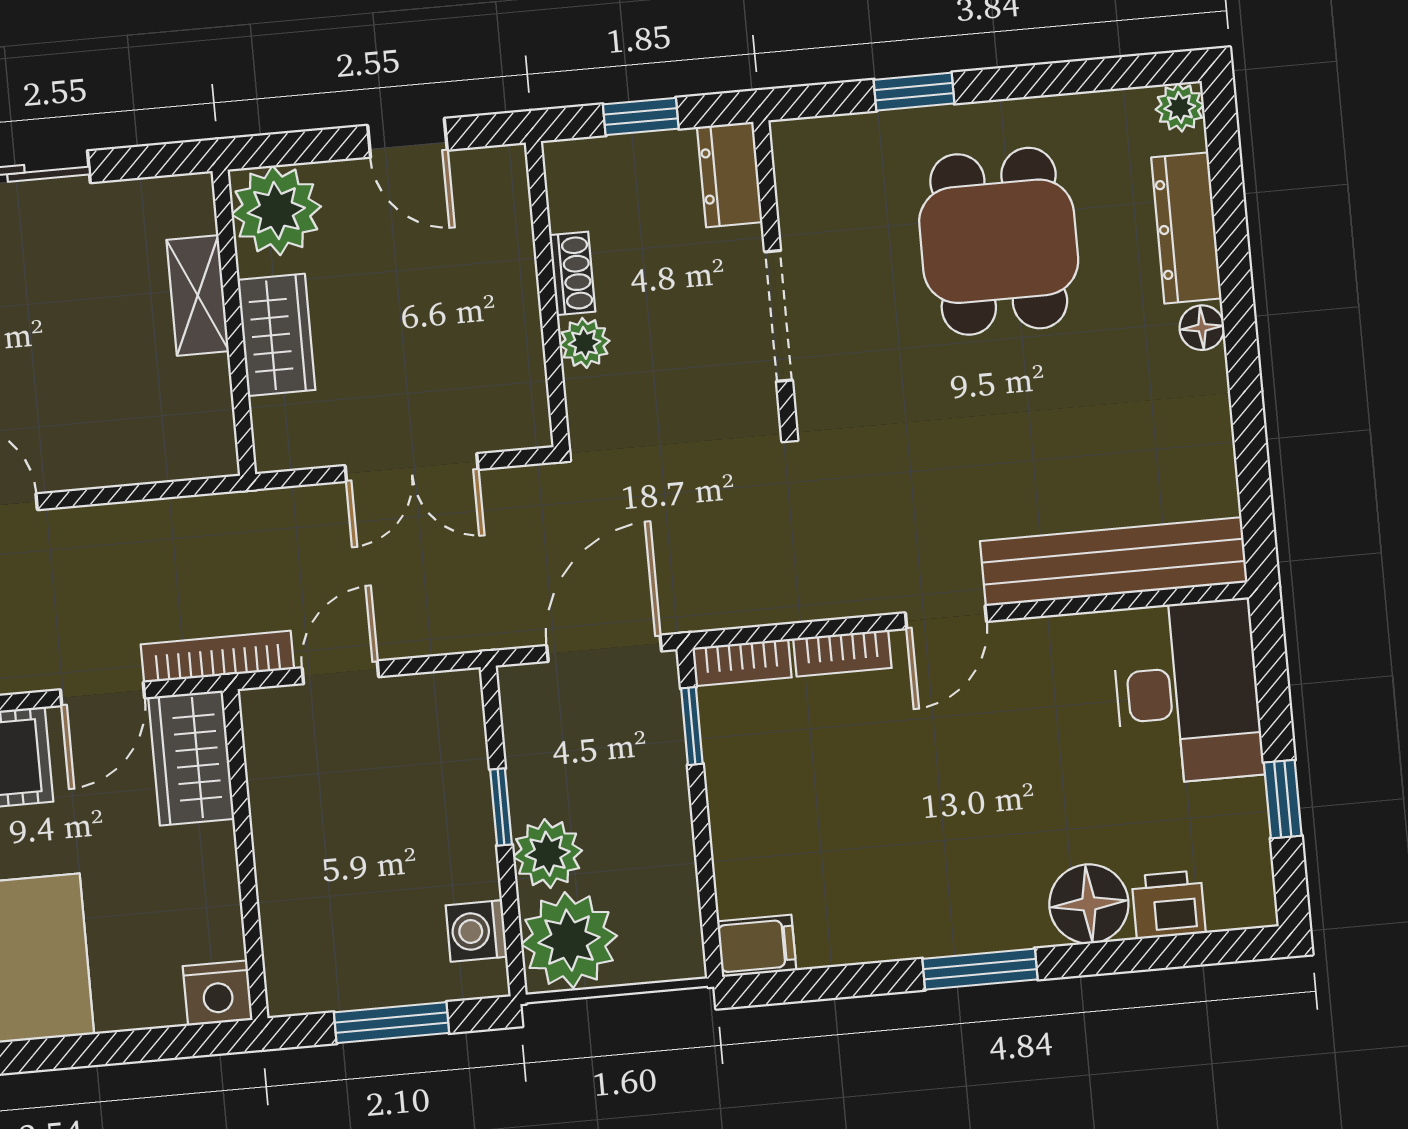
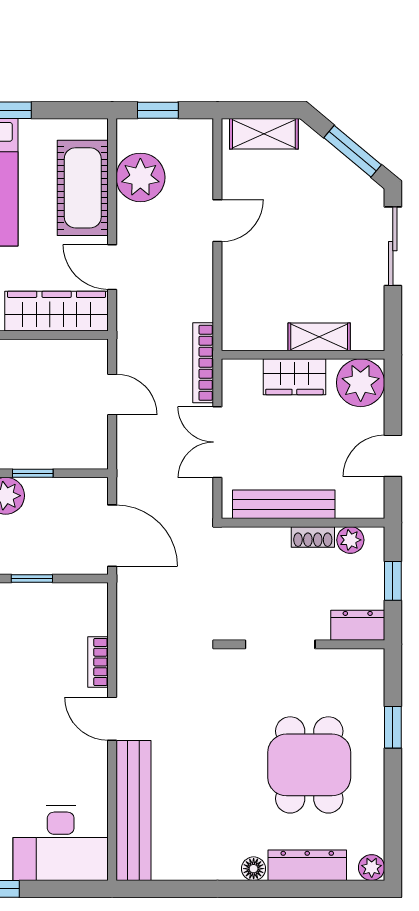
dining table: (999, 241) -> (309, 765), turned 90
bench: (516, 333) -> (284, 504), added
plant: (584, 343) -> (350, 540), moved
bookcase: (217, 657) -> (203, 363), moved, turned 180
bookcase: (742, 663) -> (98, 608), removed
window: (692, 726) -> (32, 579), moved
wardrobe: (191, 758) -> (57, 311), width x1.50

